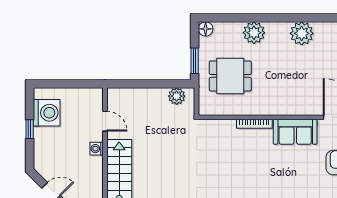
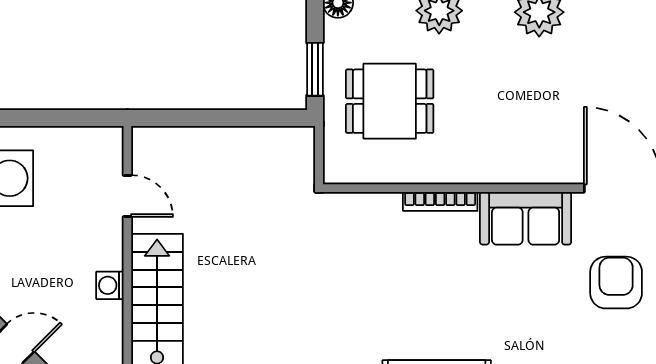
plant: (177, 96) -> (277, 144), removed
washing machine: (97, 149) -> (110, 285), moved

